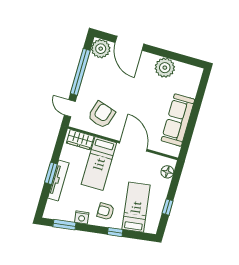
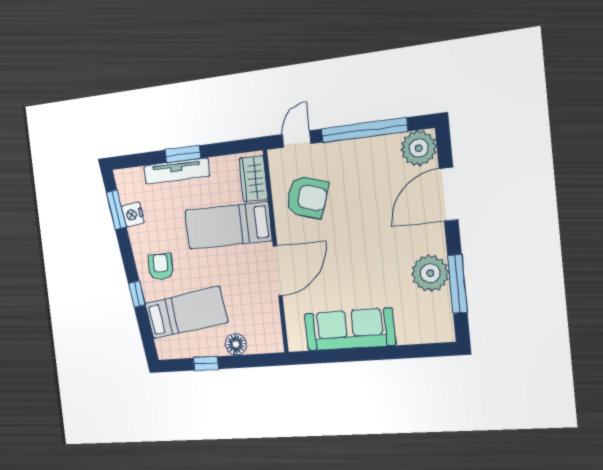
window: (175, 56) -> (457, 284), added
floor lamp: (167, 172) -> (236, 344), moved
nightstand: (82, 217) -> (133, 214), moved

